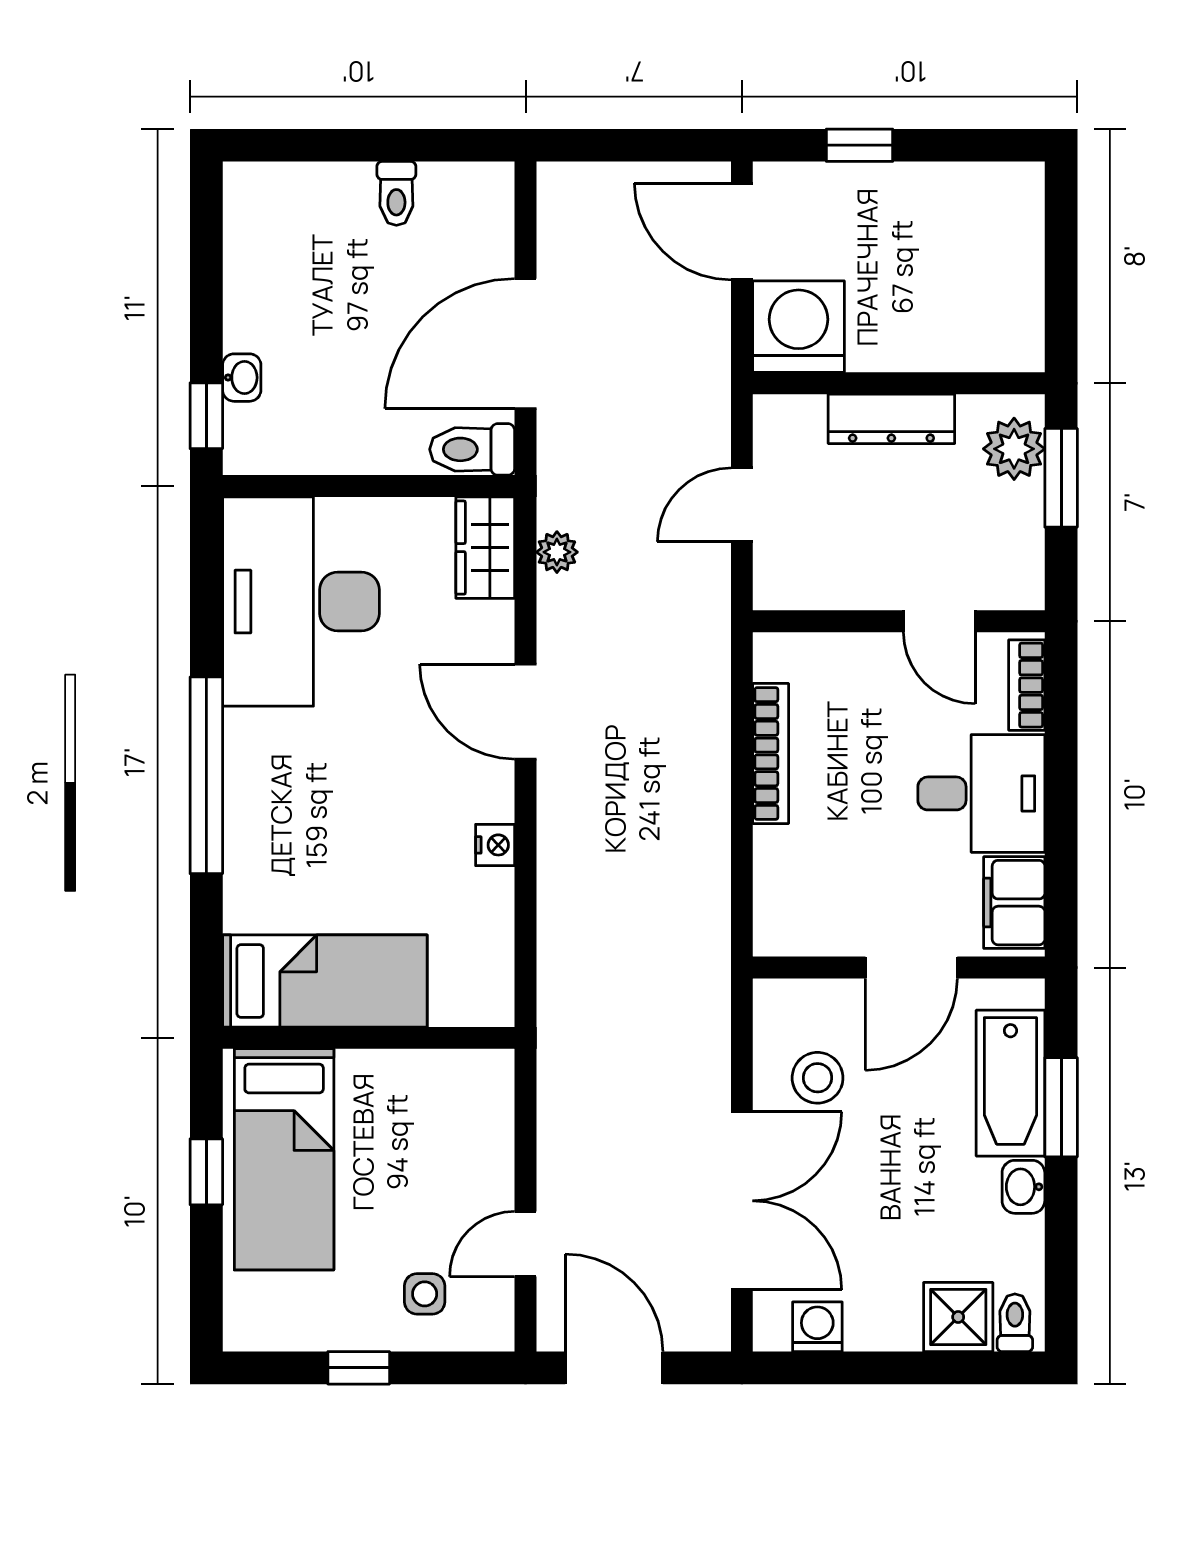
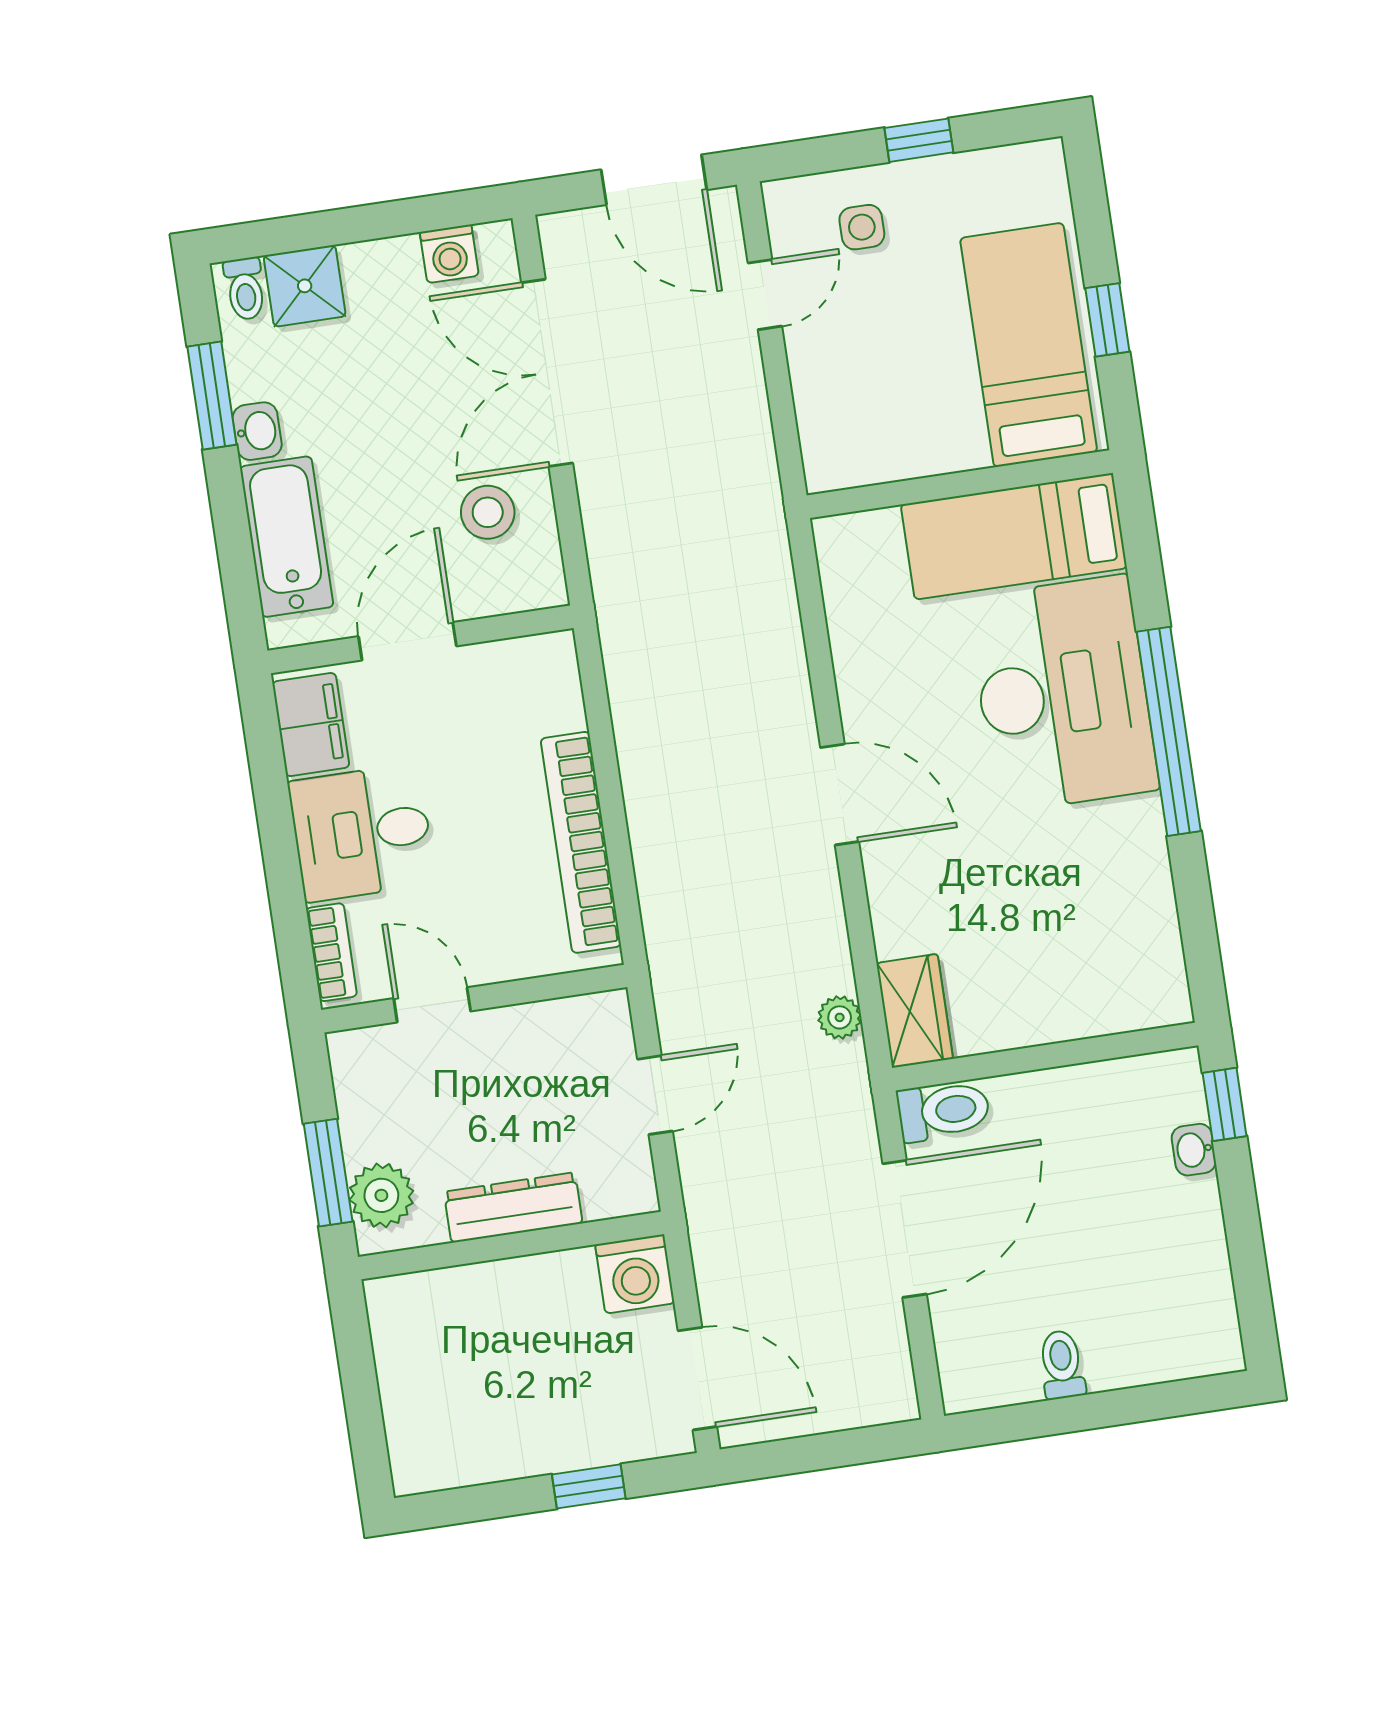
washing machine: (799, 327) -> (635, 1274), width x0.73, depth x0.73
desk: (301, 602) -> (1063, 693), moved
door: (526, 712) -> (840, 795), moved
bookcase: (771, 754) -> (581, 842), width x1.48, depth x1.31
nightstand: (495, 845) -> (858, 704), removed
window: (1061, 1107) -> (212, 396), moved

